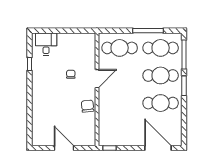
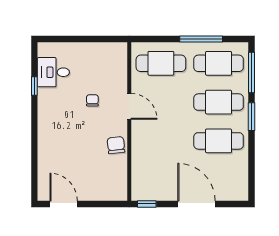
desk: (46, 44) -> (53, 72), moved, turned -90
door: (97, 79) -> (129, 106), hinge flipped
door: (64, 148) -> (64, 204), moved
door: (158, 148) -> (196, 204), moved

